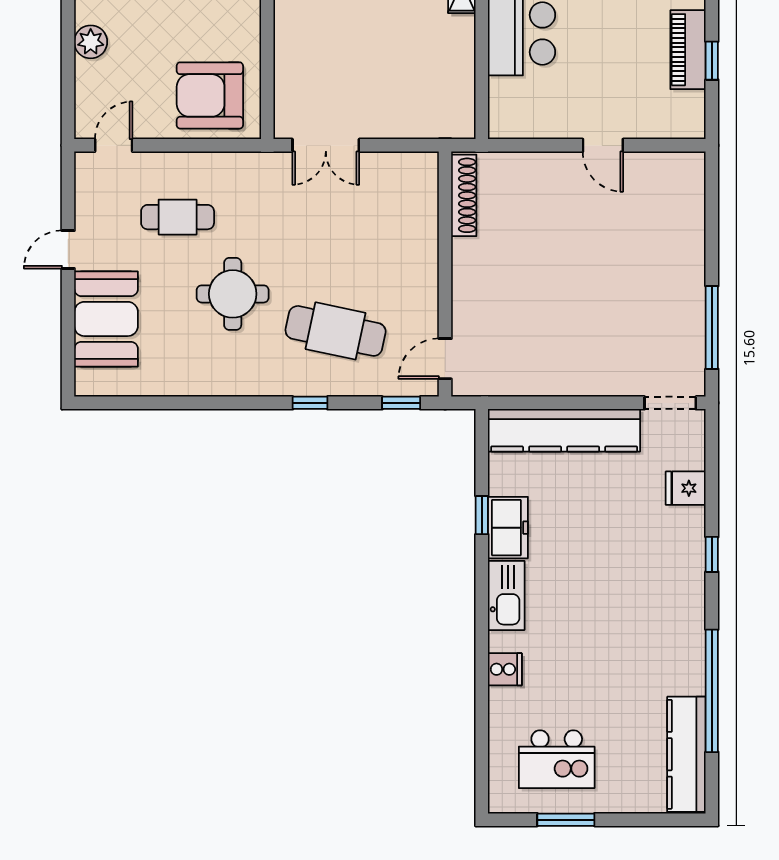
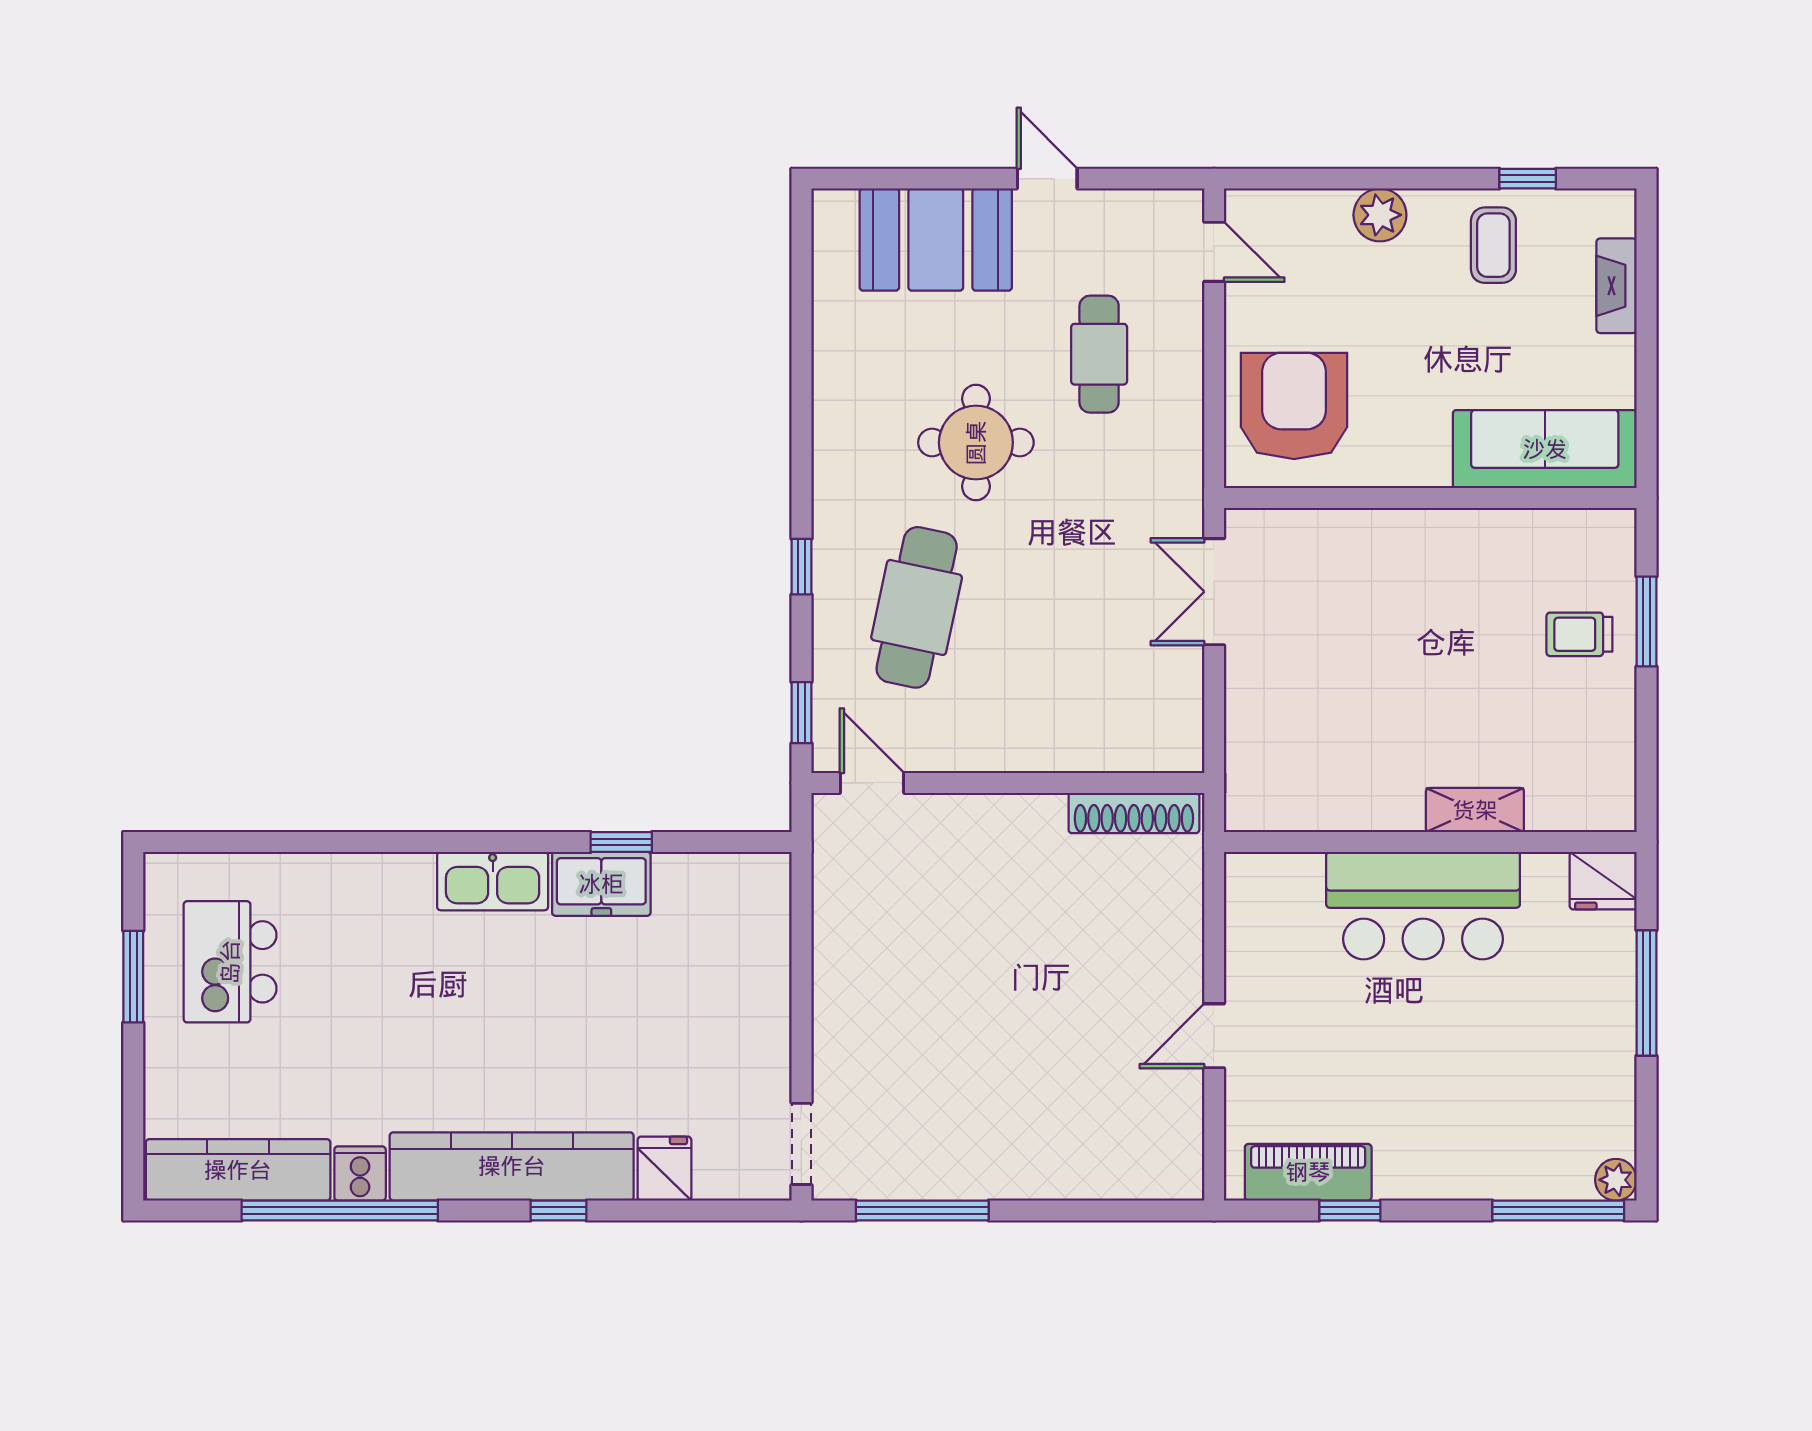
piano: (688, 50) -> (1308, 1172), moved
kitchen counter: (564, 430) -> (512, 1166), moved, turned 90
cooker: (505, 669) -> (360, 1173), moved, turned 180

